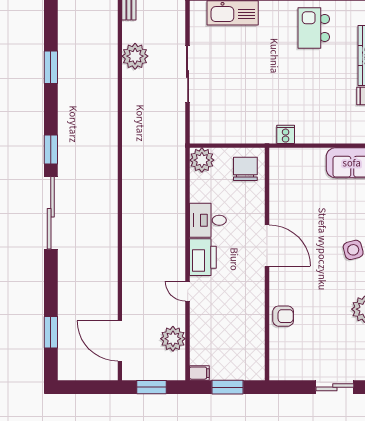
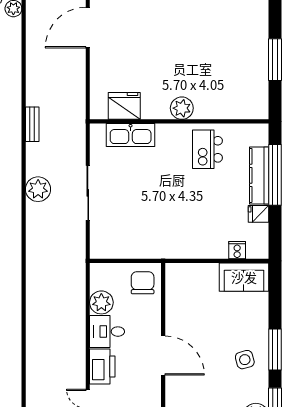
plant: (135, 56) -> (38, 189), moved
cooker: (286, 134) -> (237, 250), moved
plant: (202, 160) -> (101, 302), moved

